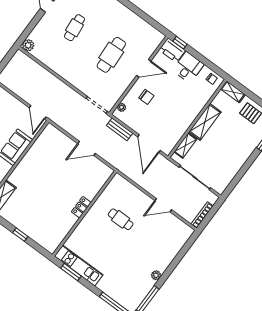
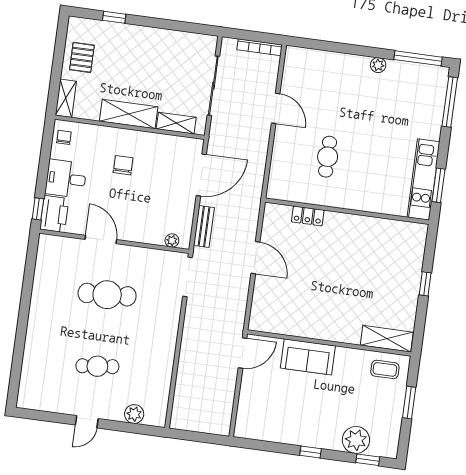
plant: (28, 45) -> (134, 414), moved
chair: (146, 97) -> (123, 165), moved
locker: (81, 207) -> (308, 216), moved

